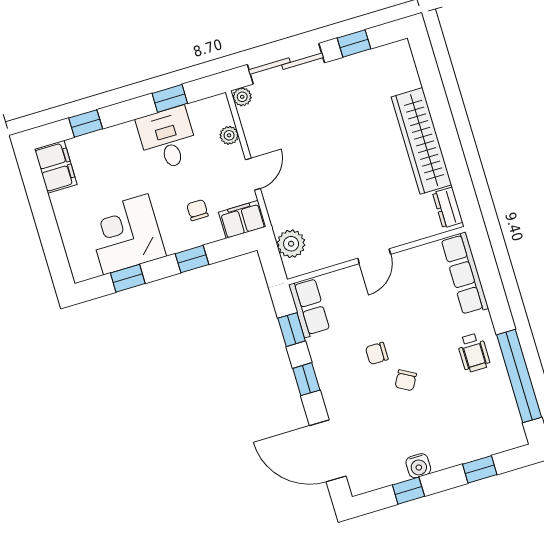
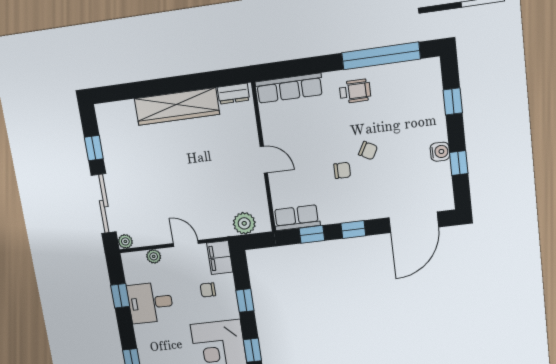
chair: (377, 353) -> (342, 170), turned -90

